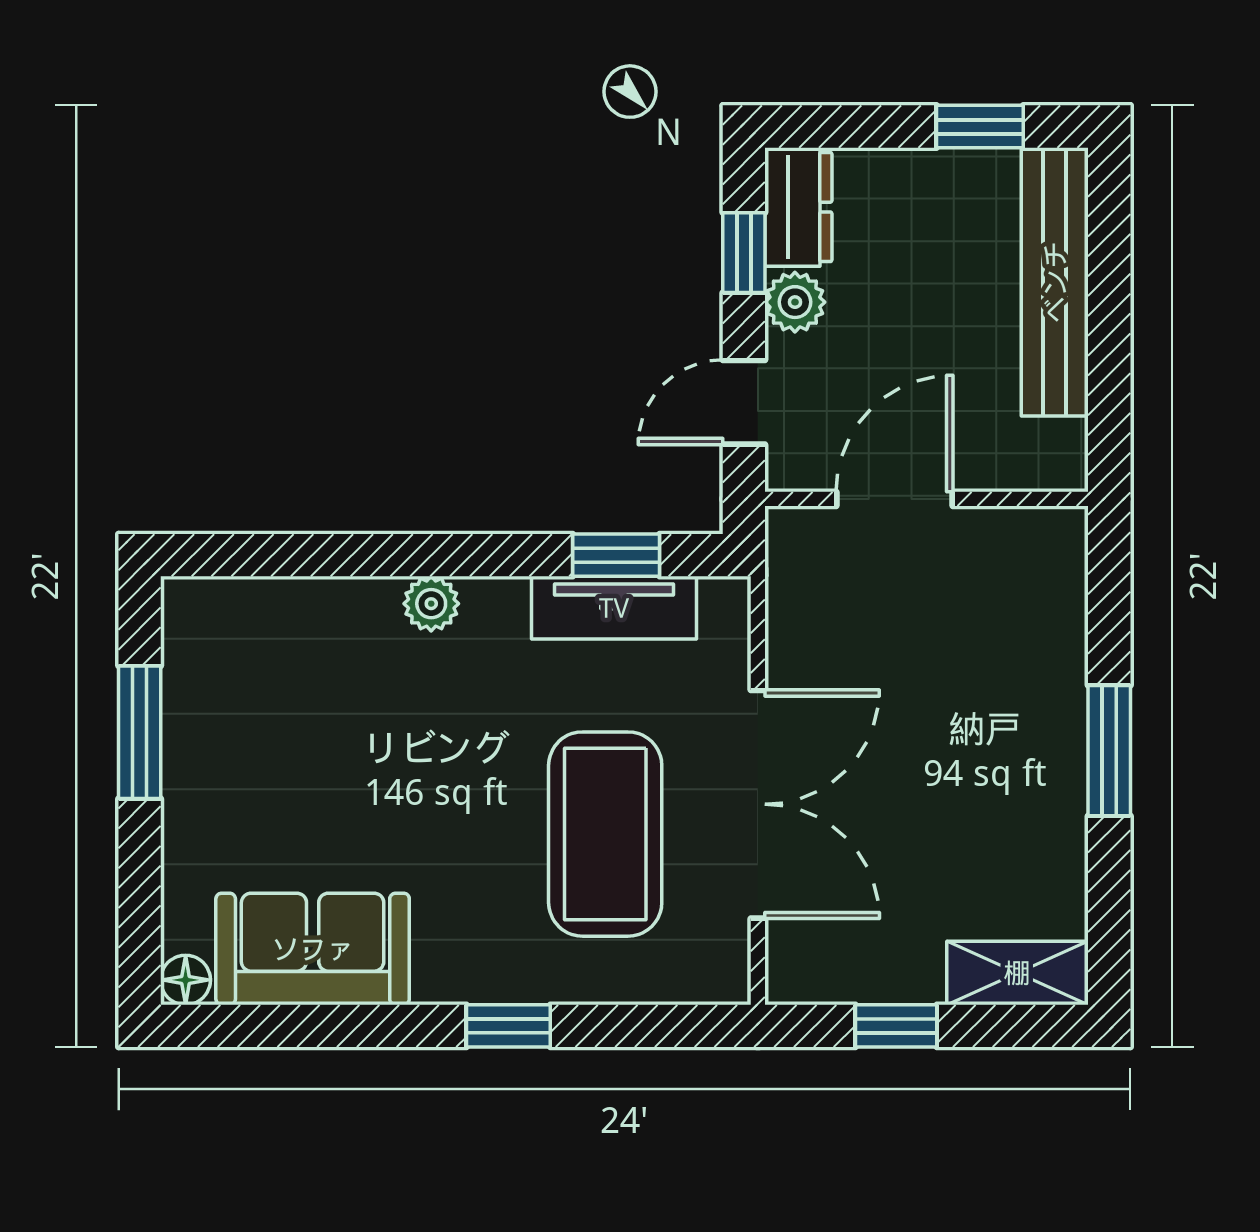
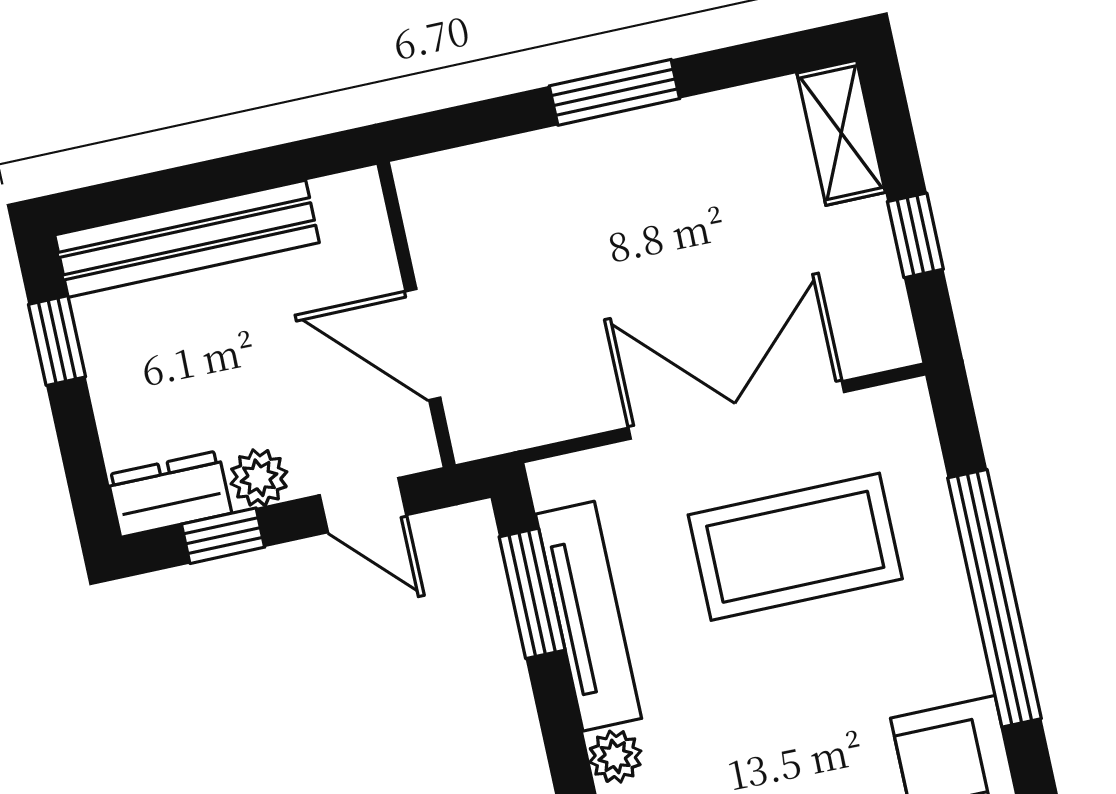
window: (616, 555) -> (532, 593), width x1.50
tv unit: (614, 608) -> (589, 616), width x1.41
window: (508, 1026) -> (995, 598), width x3.17

